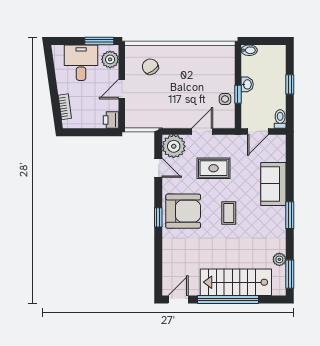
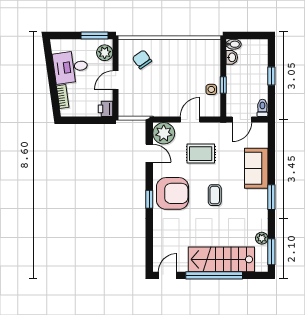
desk: (81, 63) -> (71, 67), moved, turned -98
washbasin: (247, 84) -> (232, 57), moved

